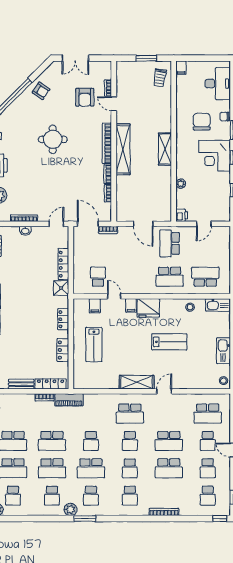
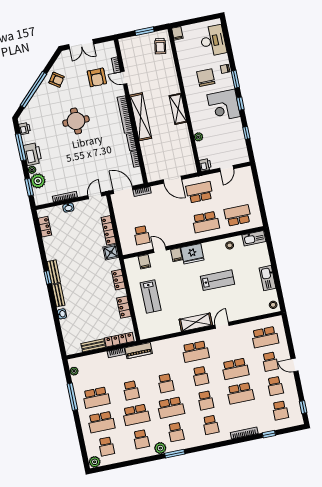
school desk: (170, 243) -> (200, 192), turned 90
school desk: (98, 277) -> (142, 235), turned 180
school desk: (52, 441) -> (131, 390), width x0.54
window: (220, 519) -> (269, 434), moved

